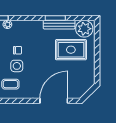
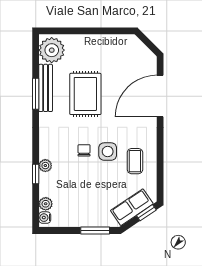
rug: (71, 50) -> (85, 94), moved
door: (54, 101) -> (160, 96), hinge flipped

